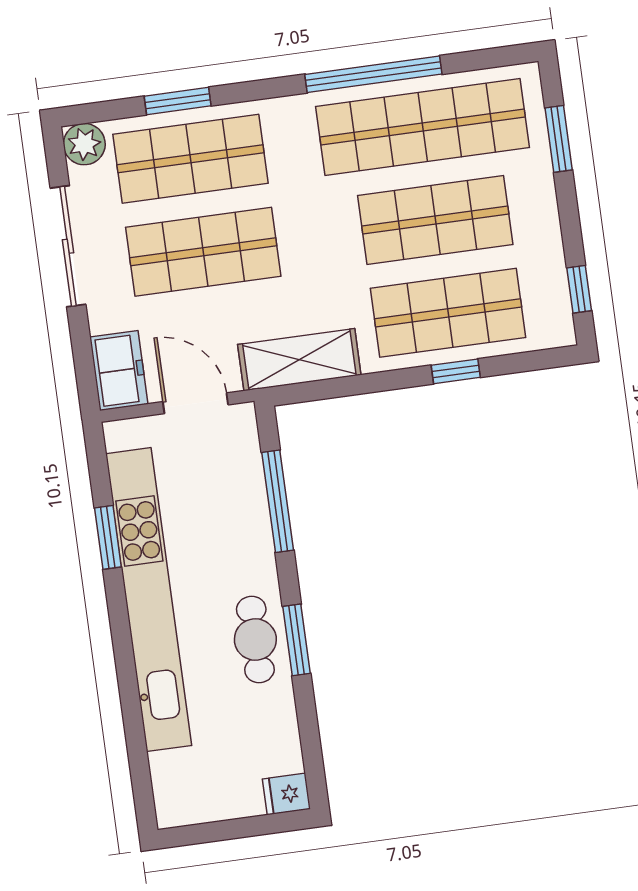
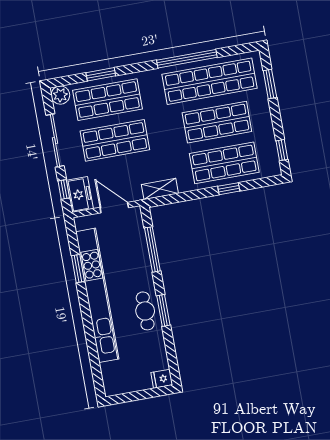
window: (83, 357) -> (64, 189), added
shelving: (299, 360) -> (160, 189), width x0.67, depth x0.75

